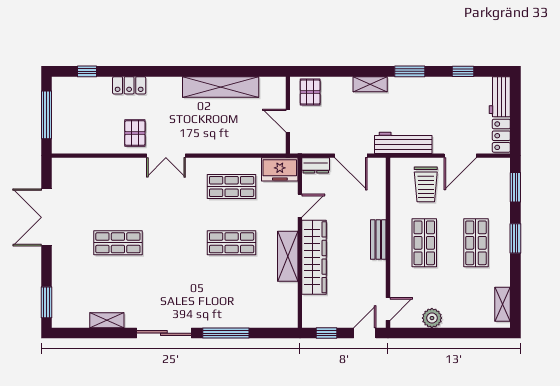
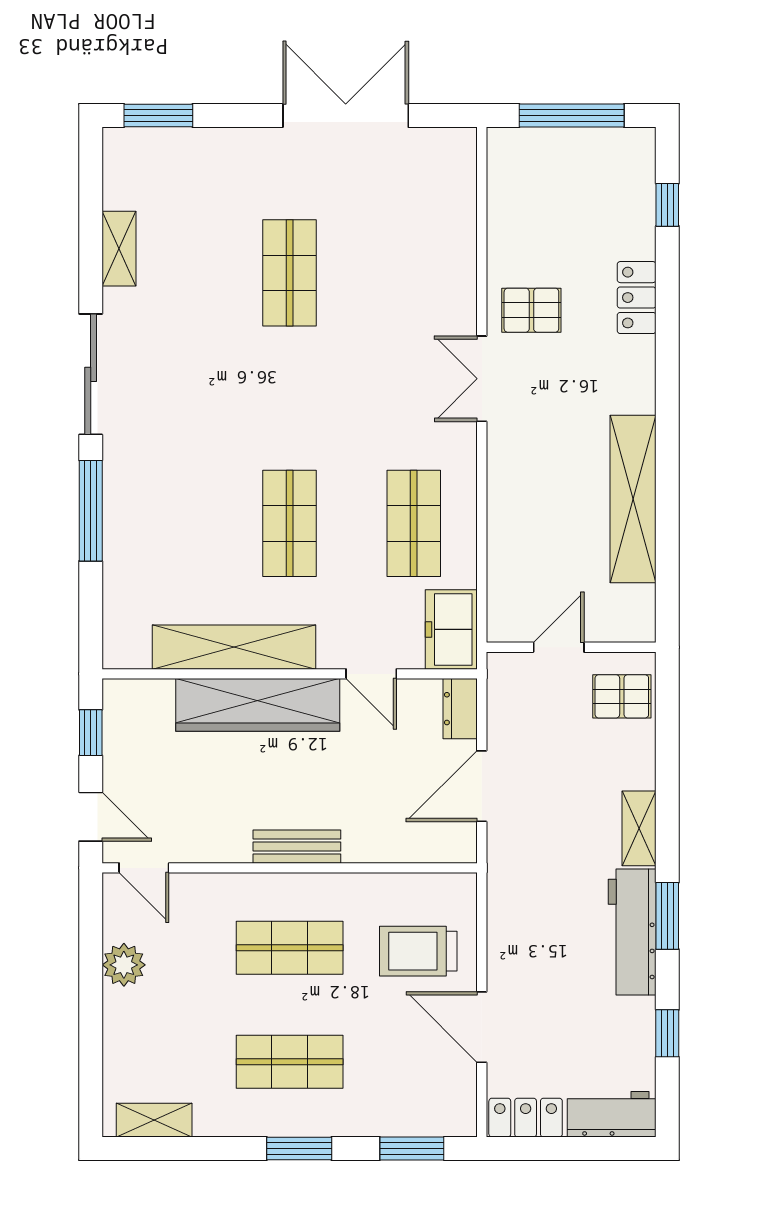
workbench: (403, 143) -> (632, 932), moved, turned 180
shelving: (288, 256) -> (234, 647), width x1.47

